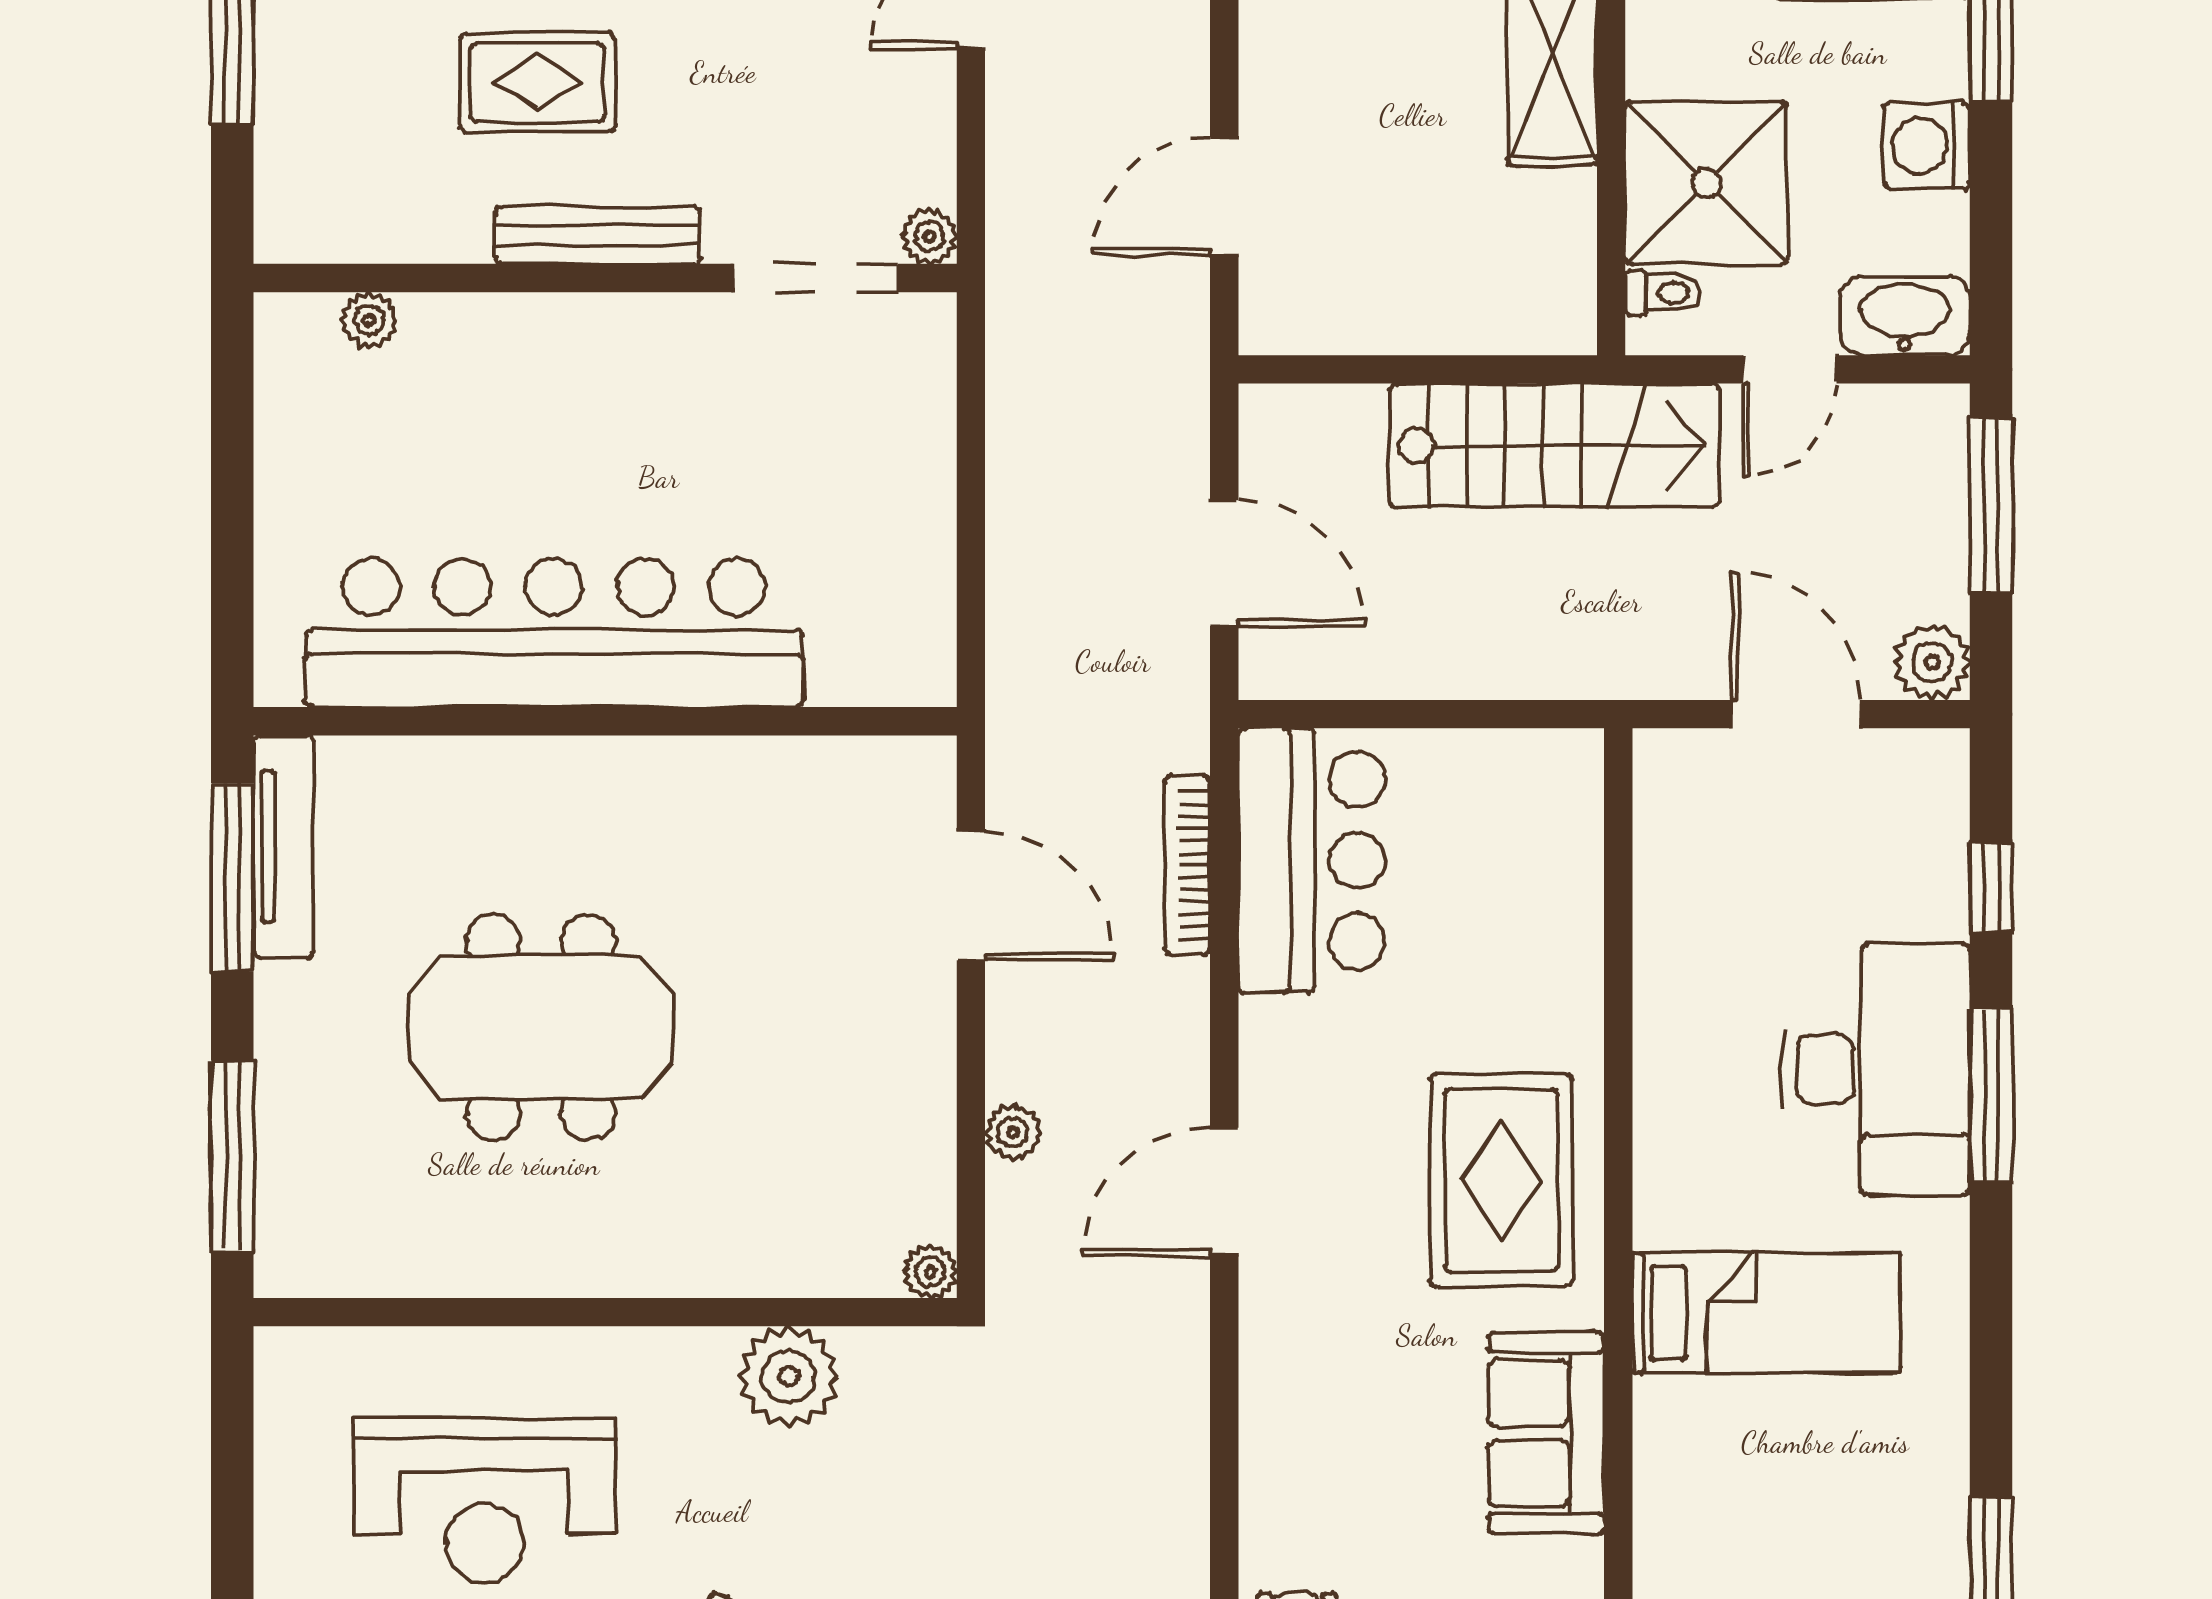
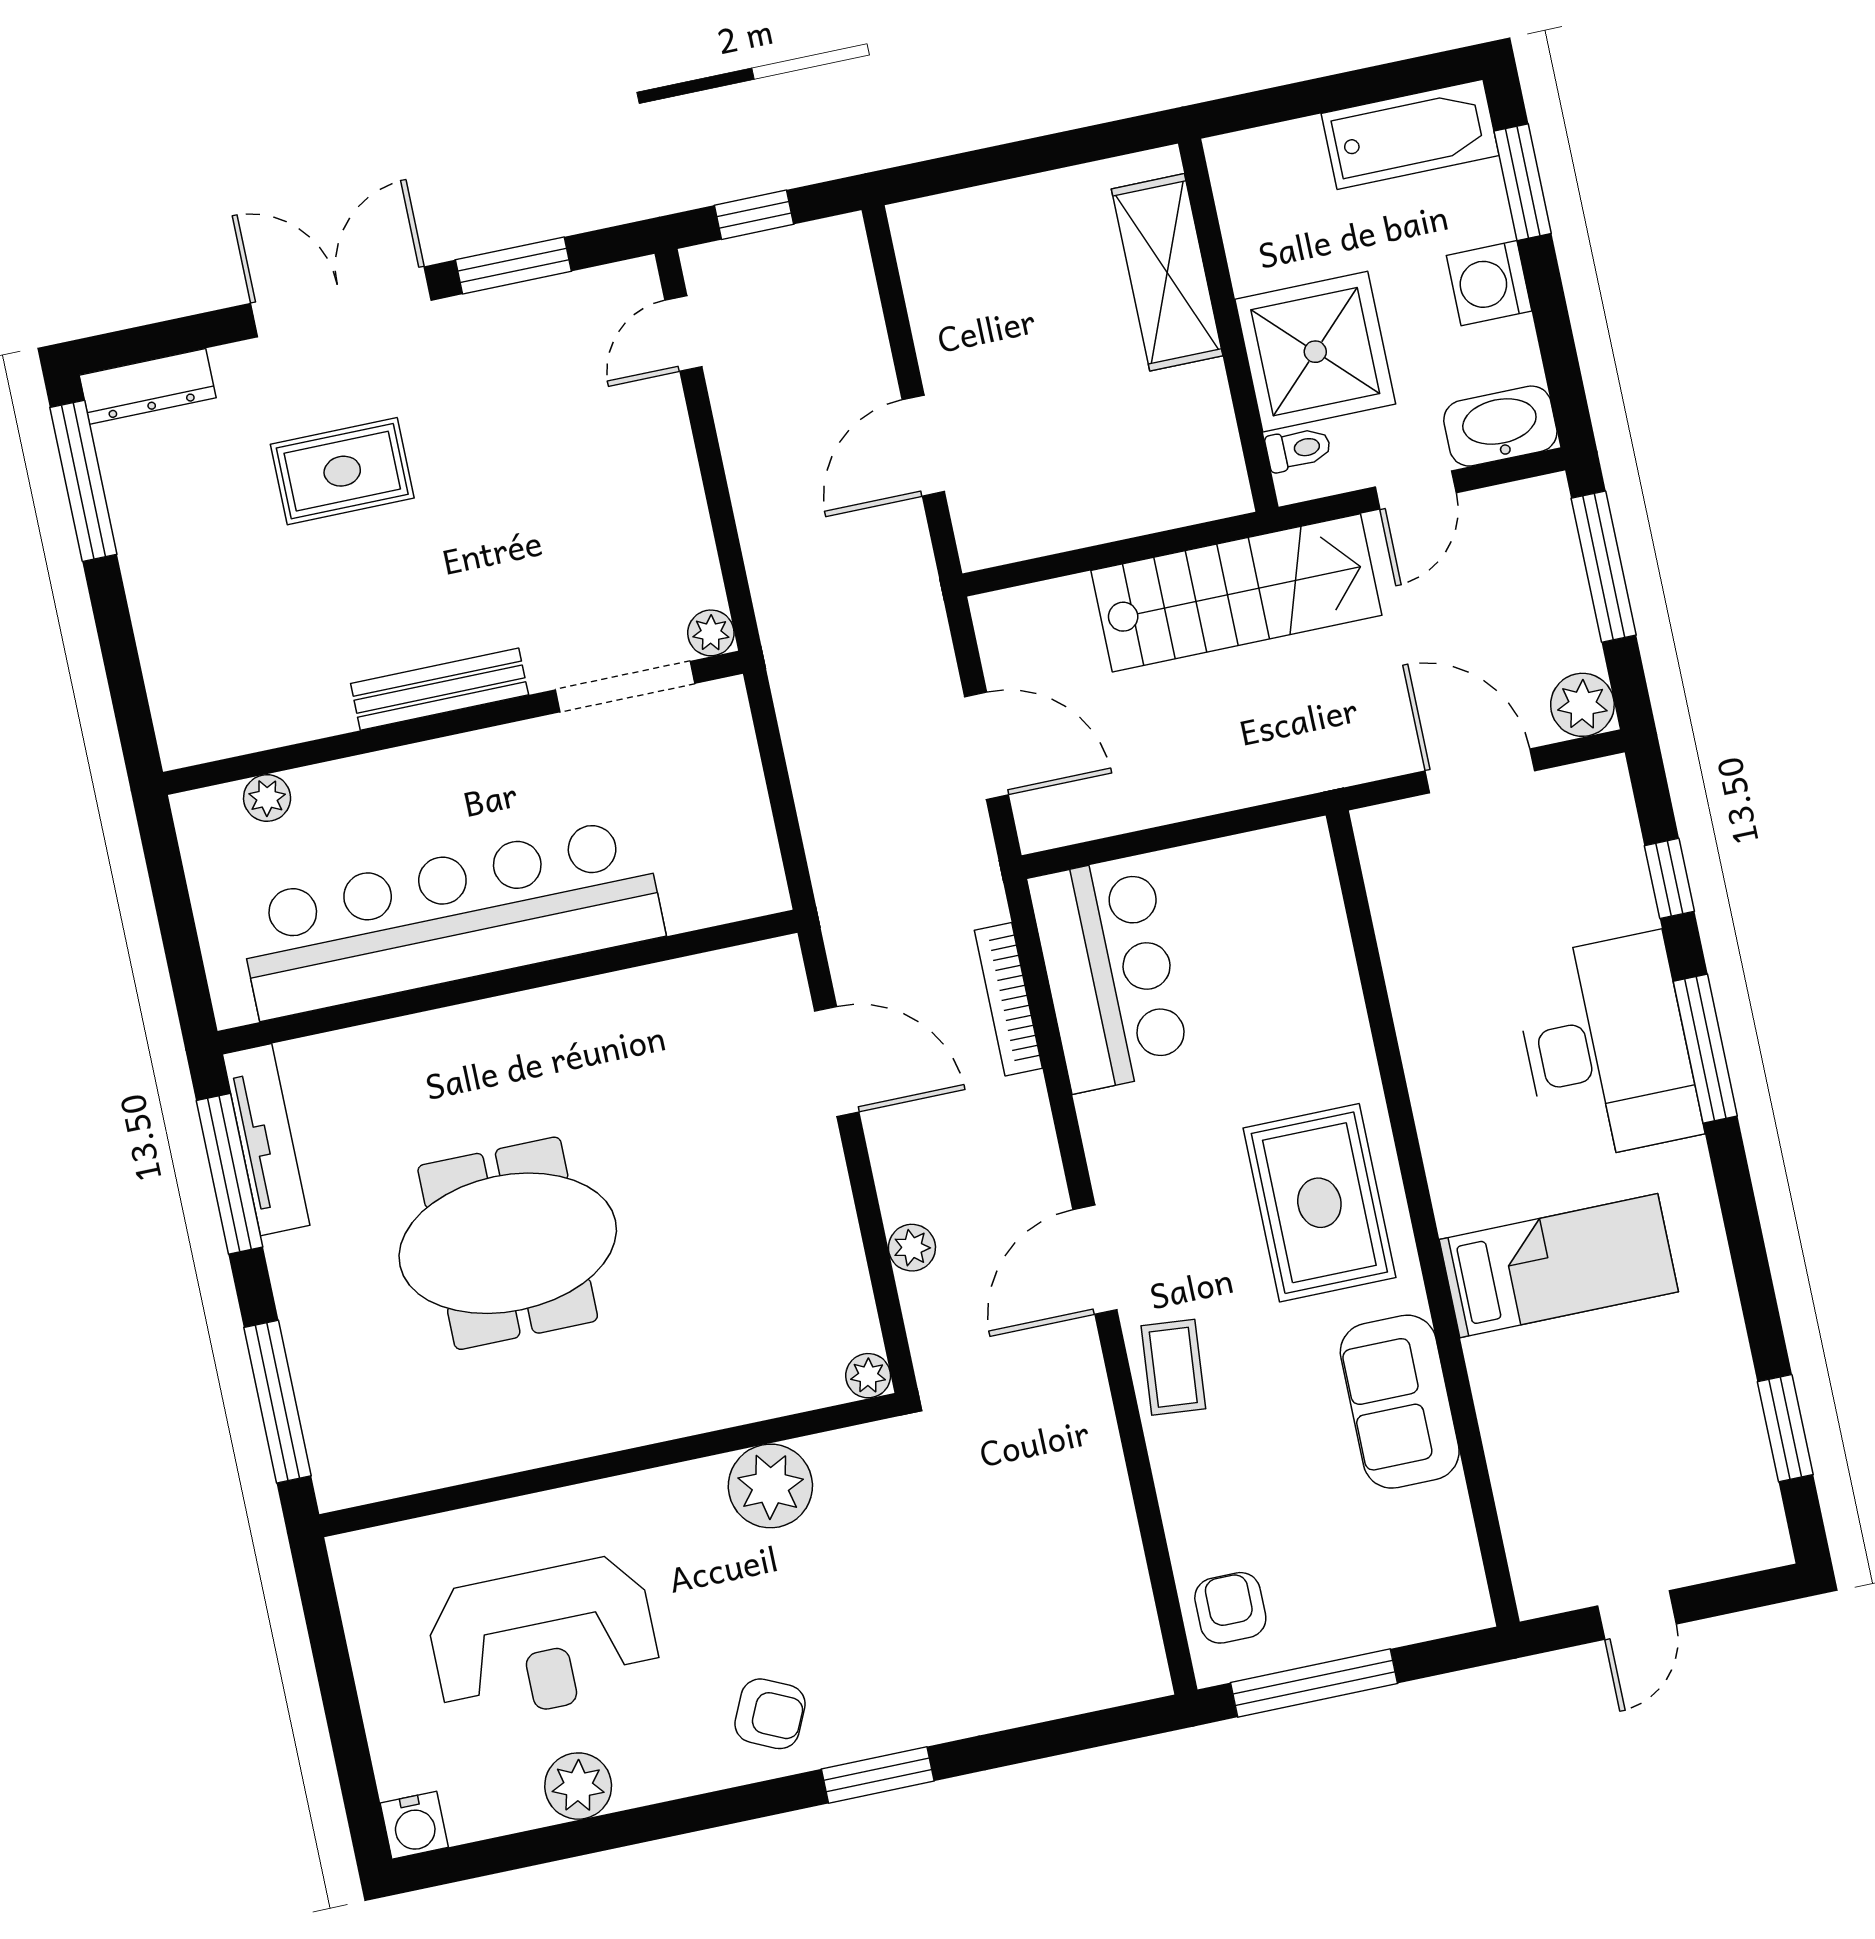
bench: (598, 235) -> (440, 689), moved
plant: (929, 236) -> (711, 633), moved
wall: (605, 278) -> (453, 723), moved
doorway: (816, 278) -> (625, 687), moved
plant: (369, 320) -> (267, 798), moved
coffee table: (1290, 1337) -> (1173, 1367), added

